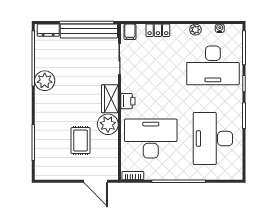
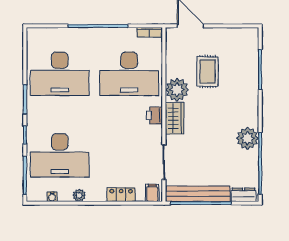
desk: (213, 65) -> (60, 155), turned 180
desk: (213, 139) -> (60, 74), turned 90

